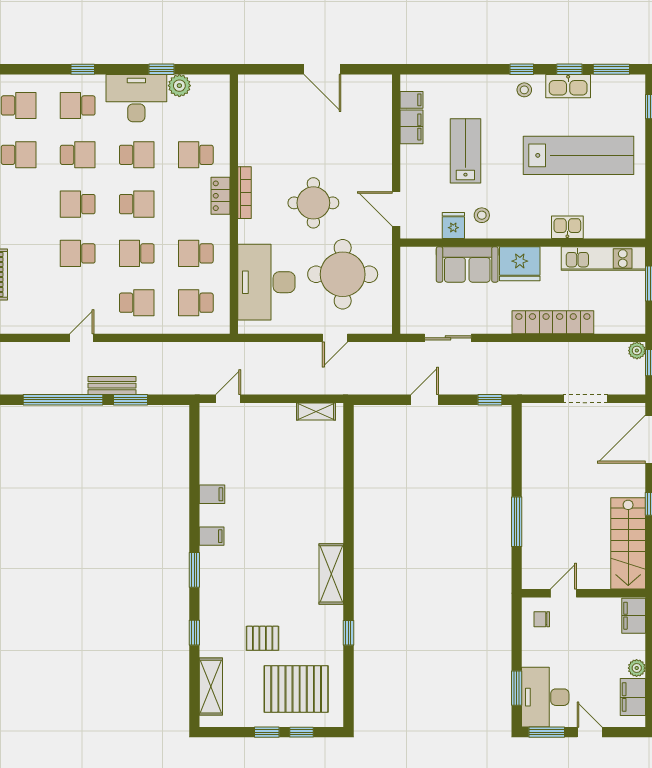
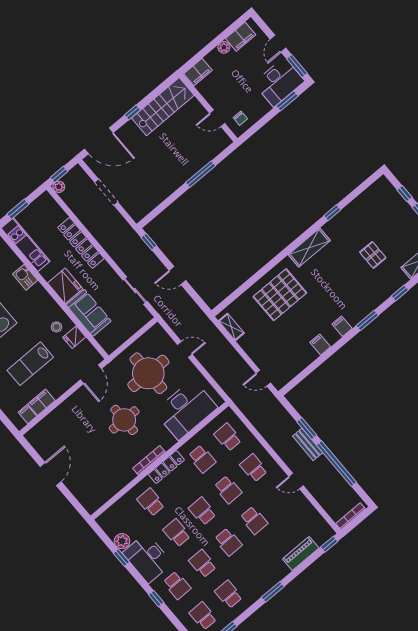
school desk: (196, 155) -> (151, 502), turned 180
locker: (220, 196) -> (166, 467), width x1.53
school desk: (196, 303) -> (228, 437), turned 180
pallet: (296, 689) -> (280, 295), moved, turned 90

